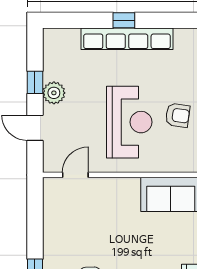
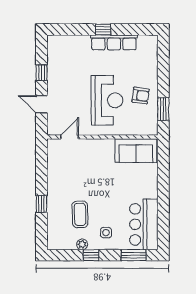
row of seats: (127, 39) -> (114, 42), width x0.73
plant: (54, 93) -> (55, 80), removed

